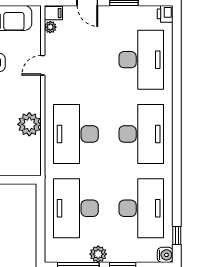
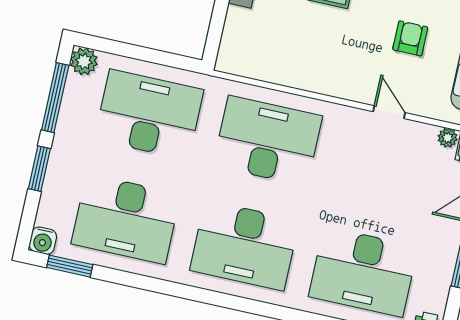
plant: (29, 124) -> (300, 70), removed
window: (177, 235) -> (70, 266), width x1.50
plant: (98, 254) -> (84, 61), moved

